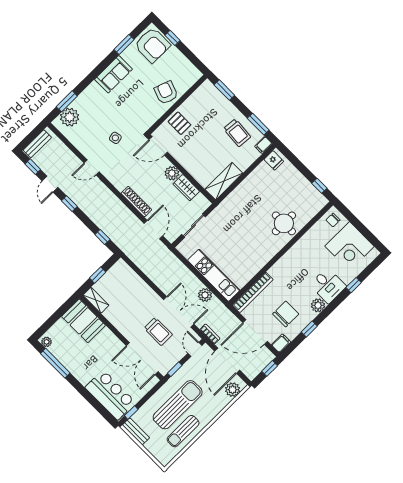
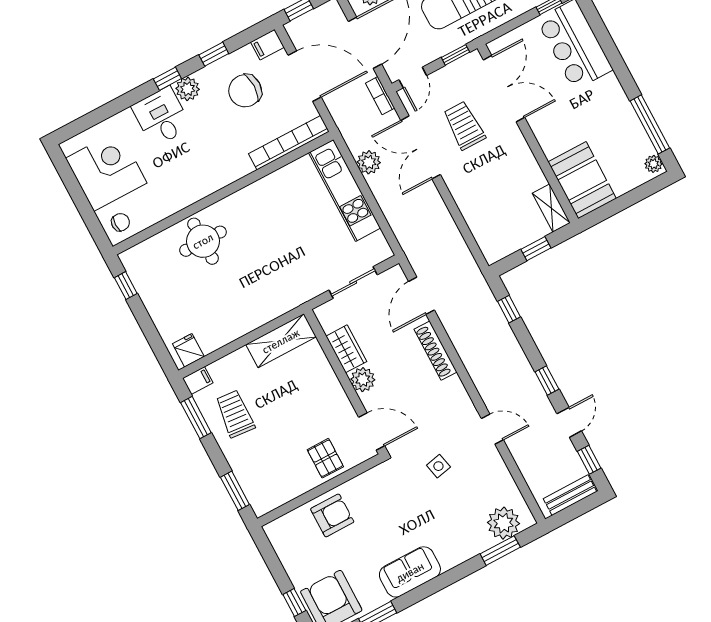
armchair: (166, 93) -> (332, 515), turned -110
window: (354, 285) -> (167, 79), moved

